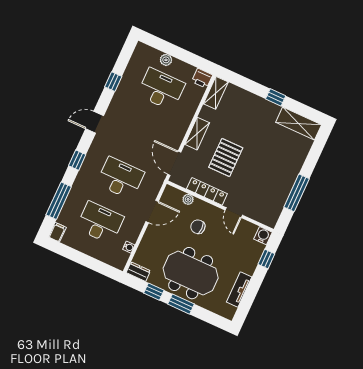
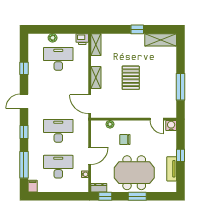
pallet: (226, 157) -> (131, 78), moved
locker: (207, 191) -> (120, 113), removed
door: (152, 211) -> (90, 156), moved
door: (234, 213) -> (157, 119), moved
window: (266, 259) -> (180, 155), moved
window: (154, 292) -> (105, 196), moved

